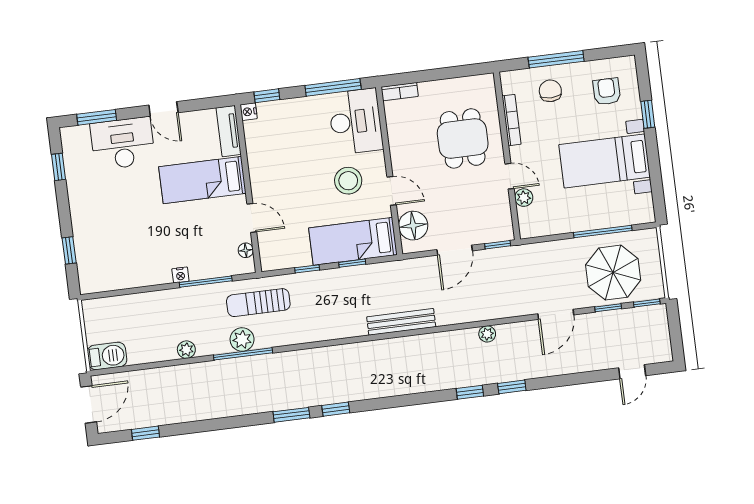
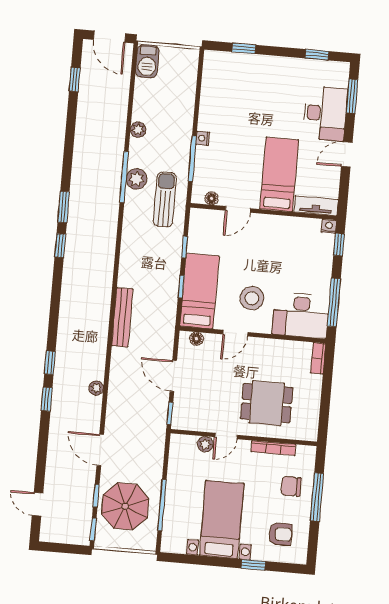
chair: (550, 91) -> (291, 486), turned 180
floor lamp: (413, 226) -> (196, 339), width x0.53, depth x0.53

